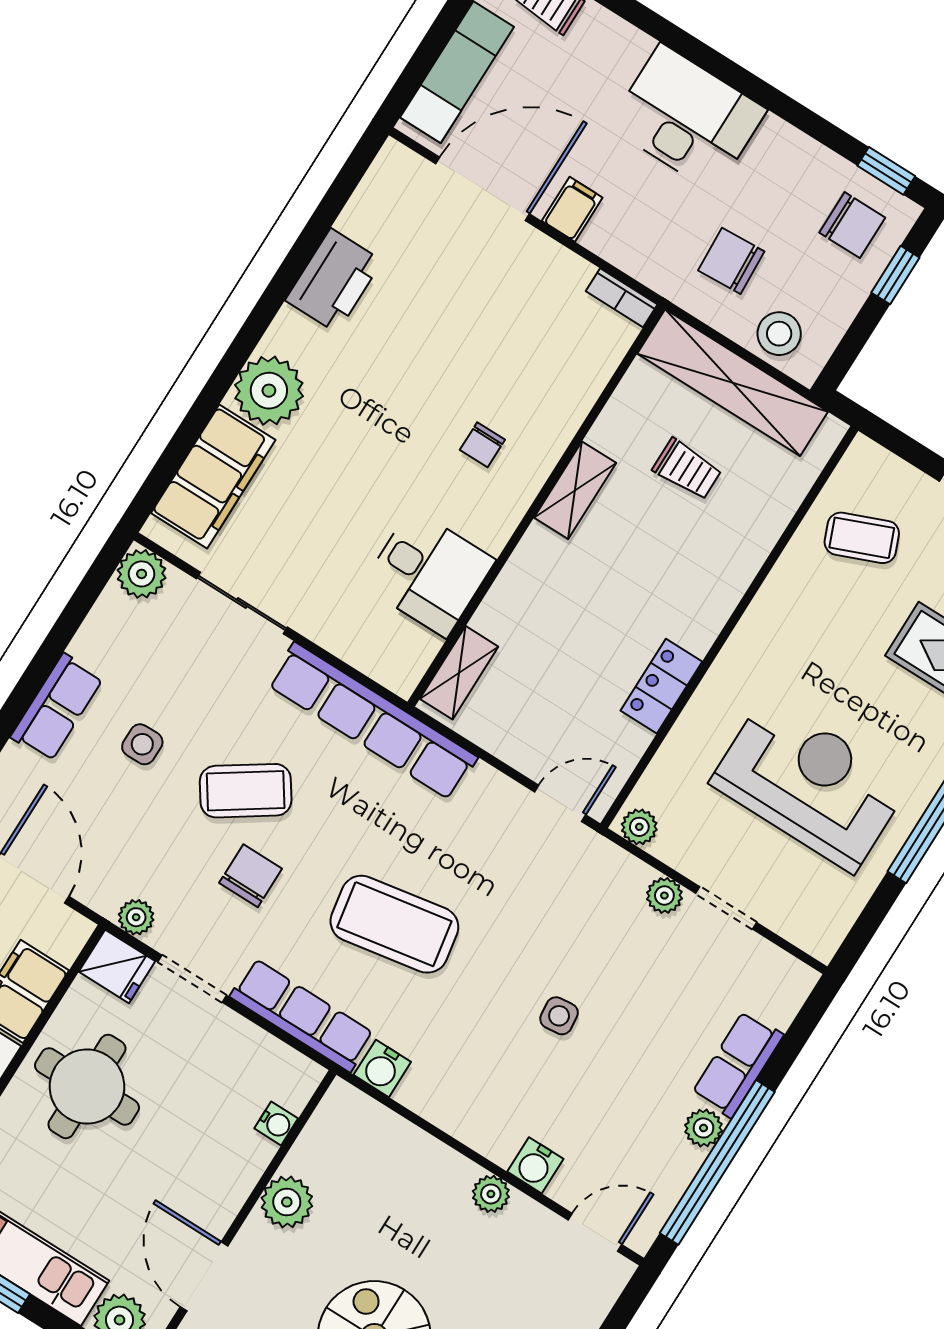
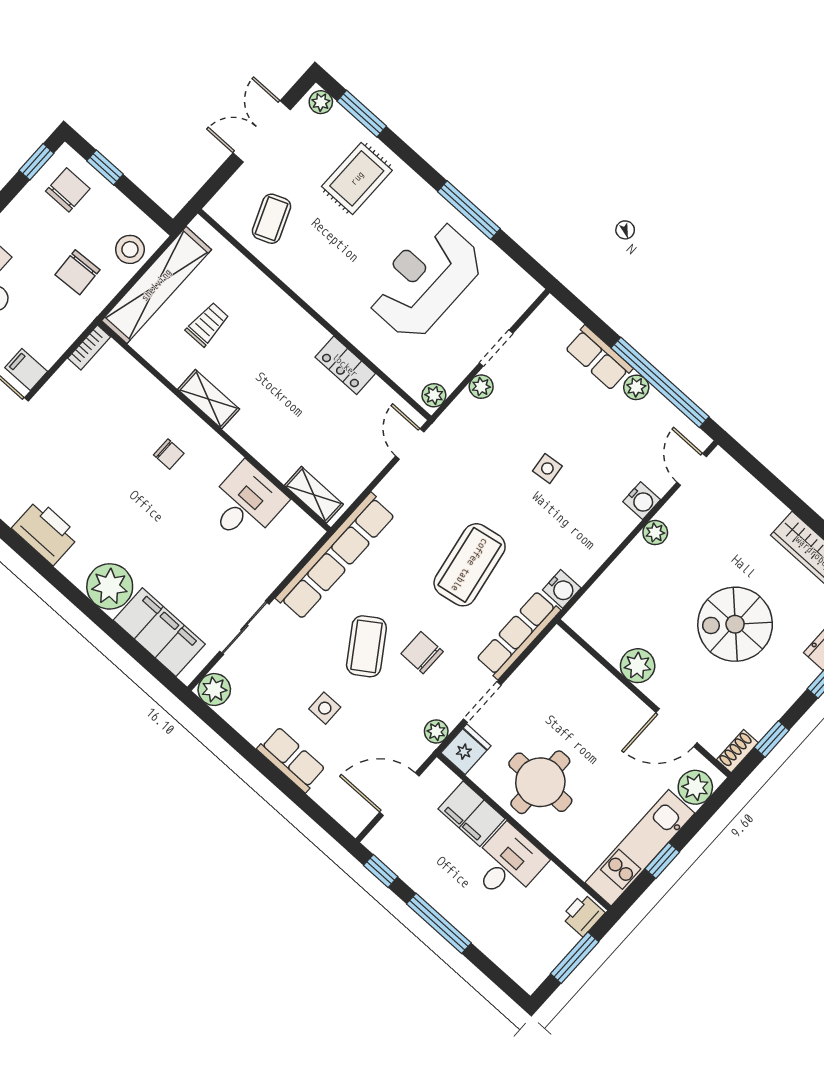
water cooler: (276, 1123) -> (585, 664), removed

